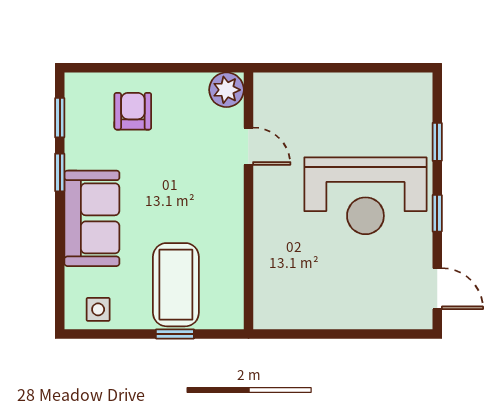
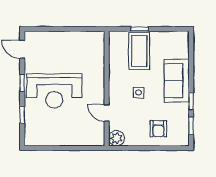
reception desk: (365, 196) -> (54, 91), turned 180
side table: (98, 309) -> (139, 93), moved

